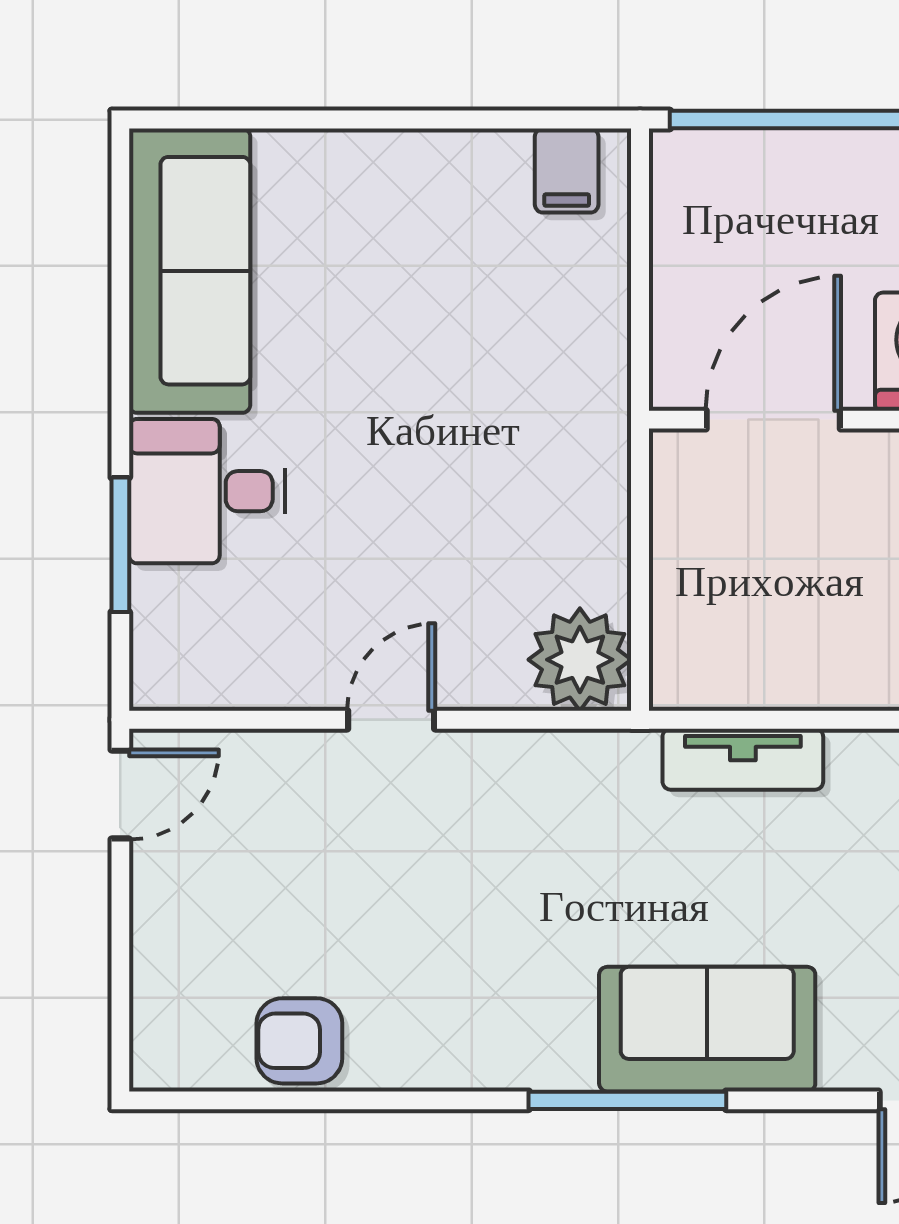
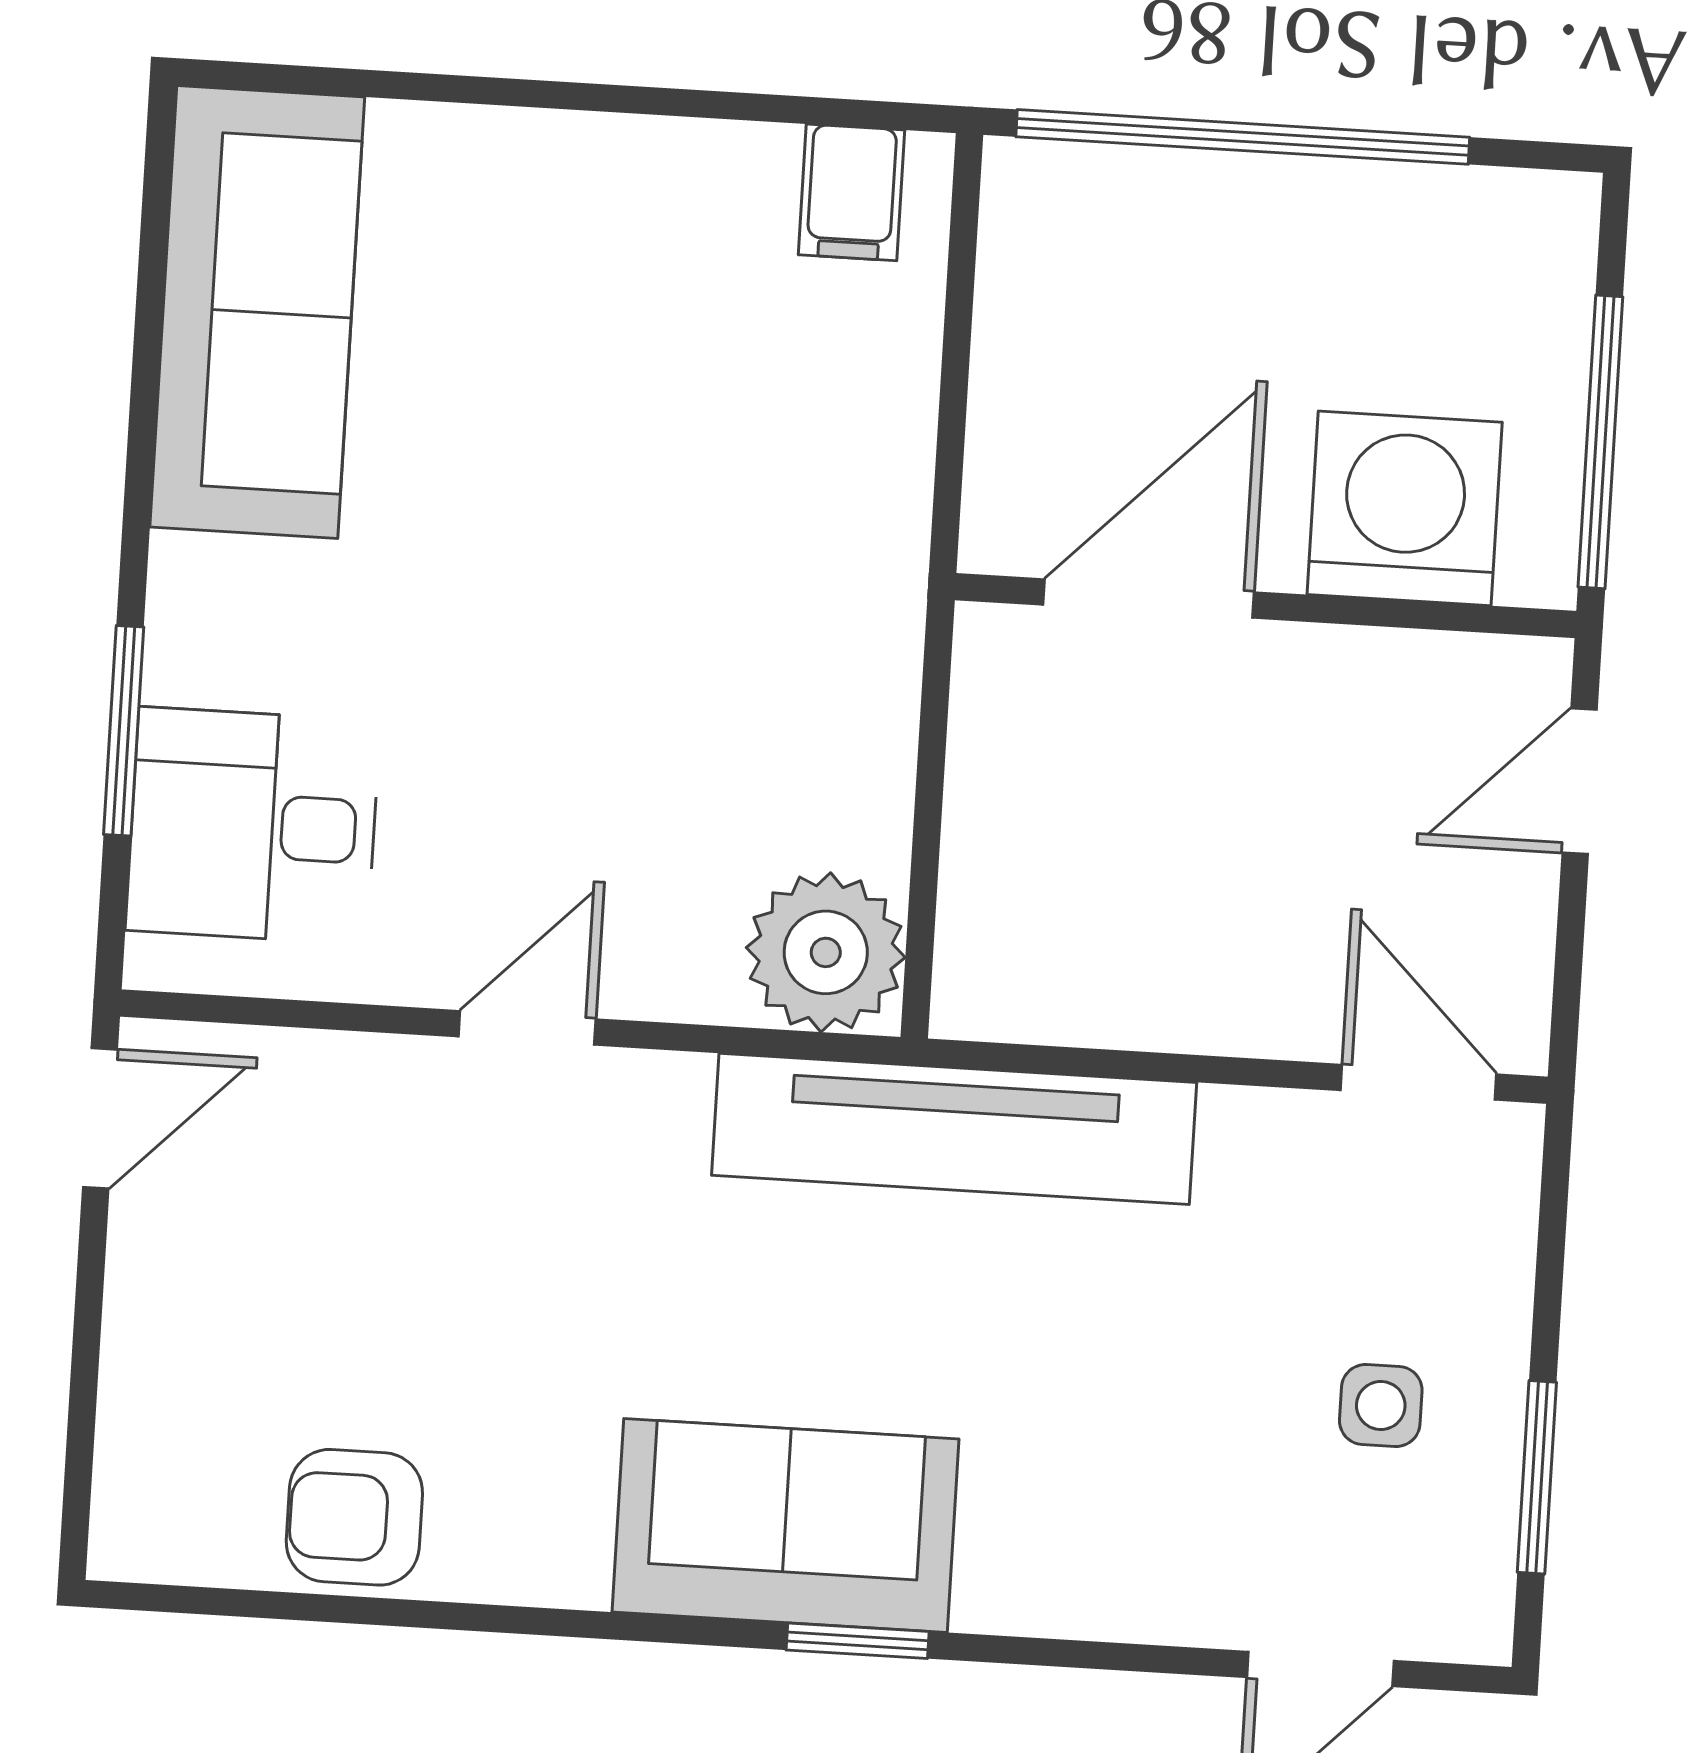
desk: (207, 491) -> (253, 826), moved
tv unit: (743, 759) -> (954, 1129), width x1.92, depth x1.29
sofa: (707, 1029) -> (785, 1525), moved
window: (627, 1100) -> (858, 1641), width x0.46

